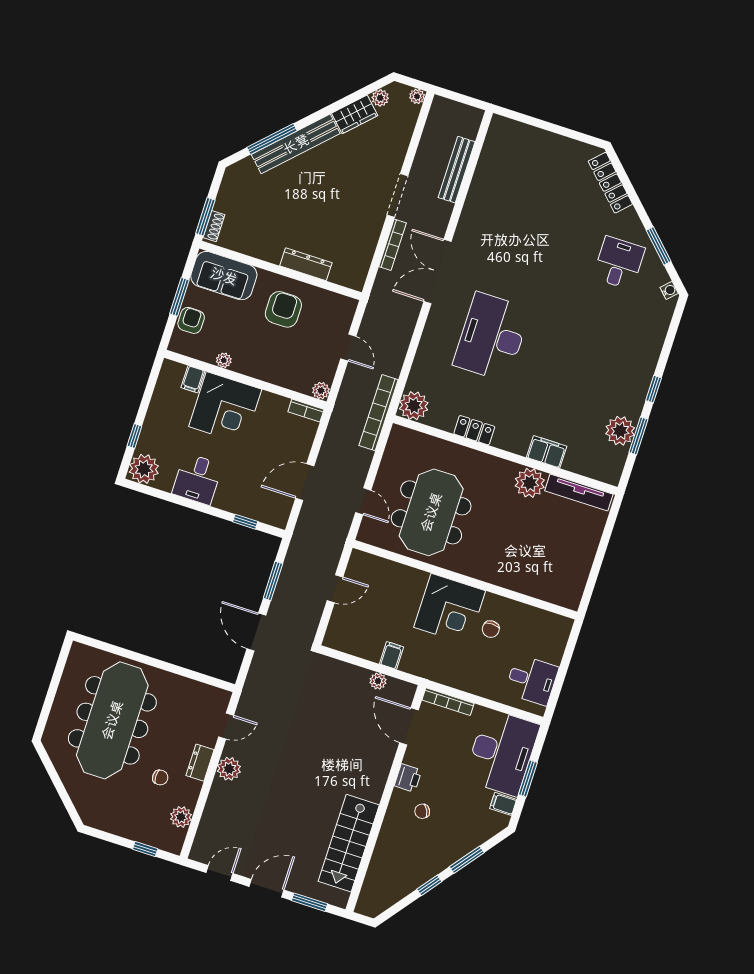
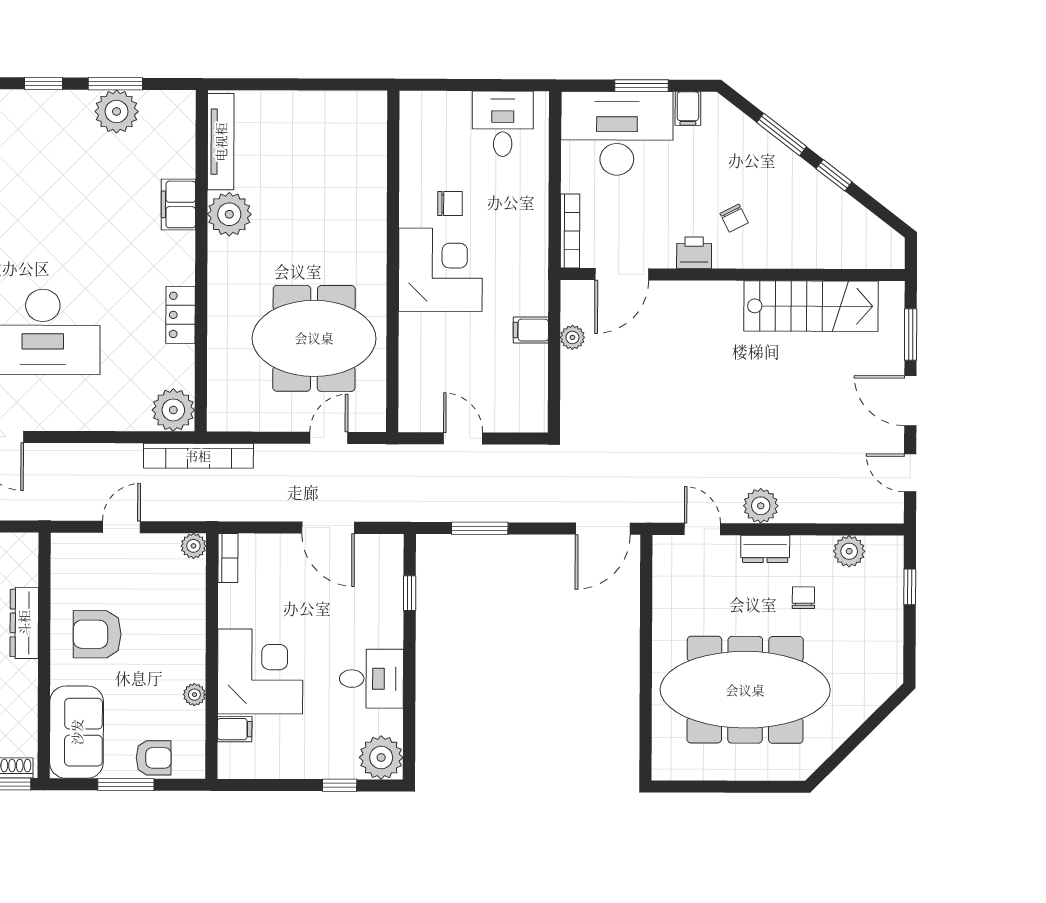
armchair: (191, 320) -> (154, 758), turned 180
door: (256, 632) -> (603, 529), moved

